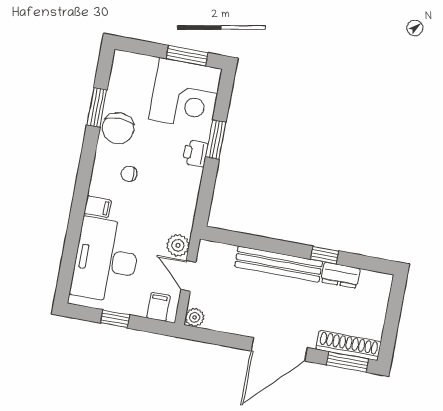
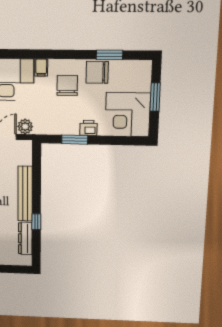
window: (187, 56) -> (155, 97), moved
window: (216, 140) -> (75, 140), moved
chair: (129, 174) -> (67, 85), width x1.87, depth x1.87
dresser: (340, 275) -> (25, 238), width x1.44

